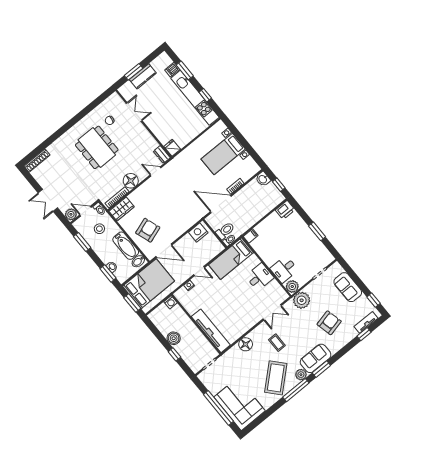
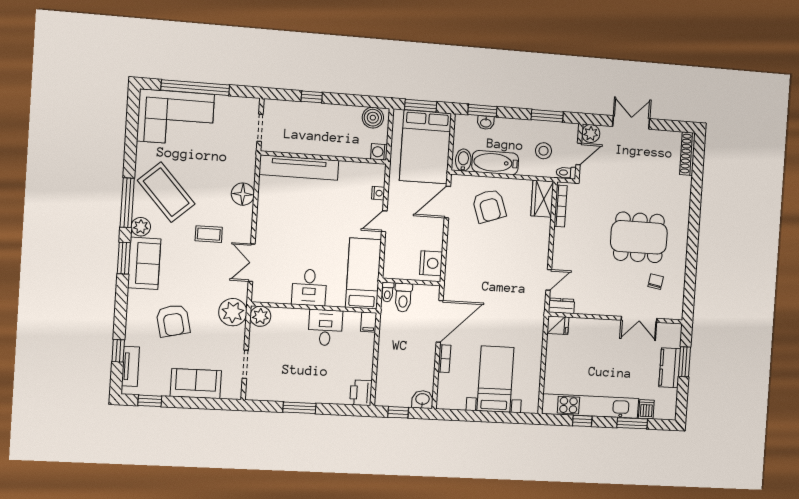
floor lamp: (131, 181) -> (565, 241), removed
desk: (284, 269) -> (325, 328), moved
boiler: (174, 338) -> (373, 118), moved

